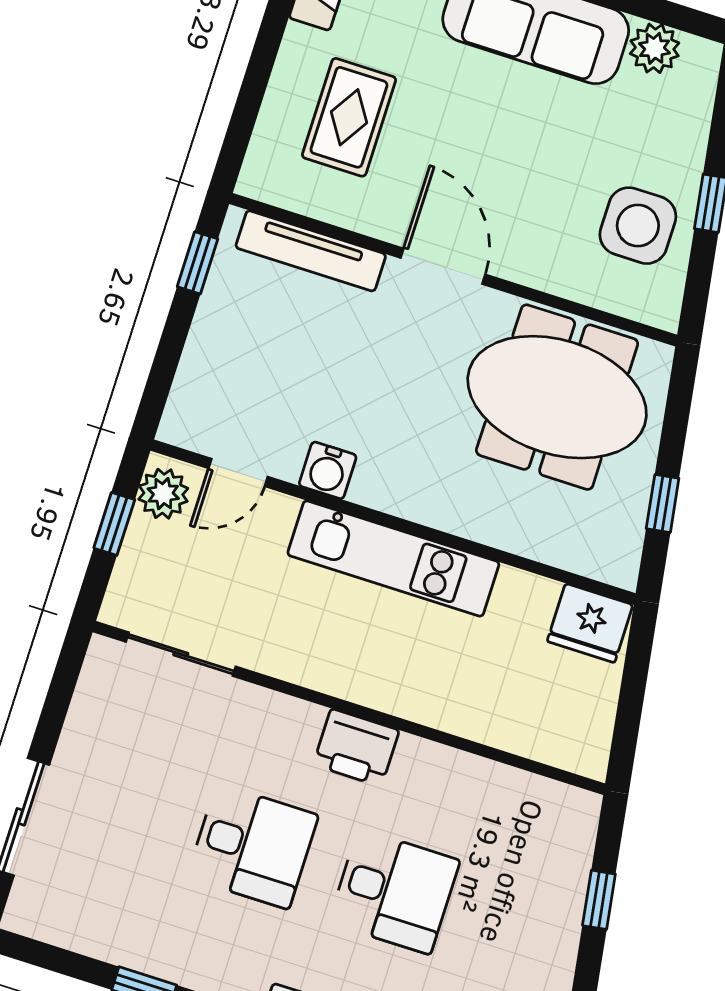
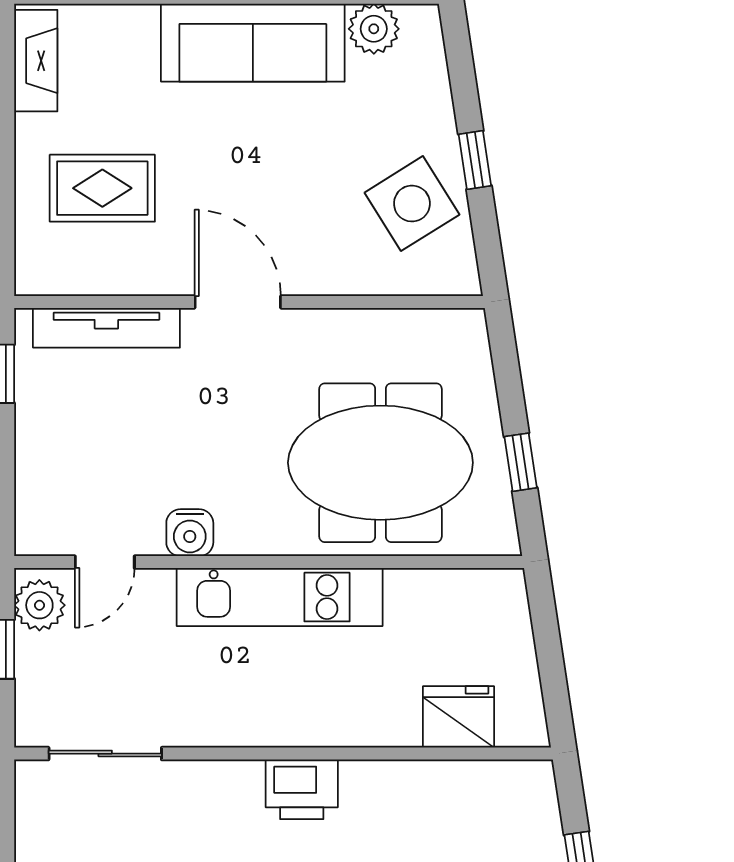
rug: (349, 117) -> (102, 188), turned 90
side table: (638, 226) -> (412, 204), turned -32
meeting table: (557, 397) -> (380, 463), moved
fridge: (590, 623) -> (458, 717), moved, turned 180

